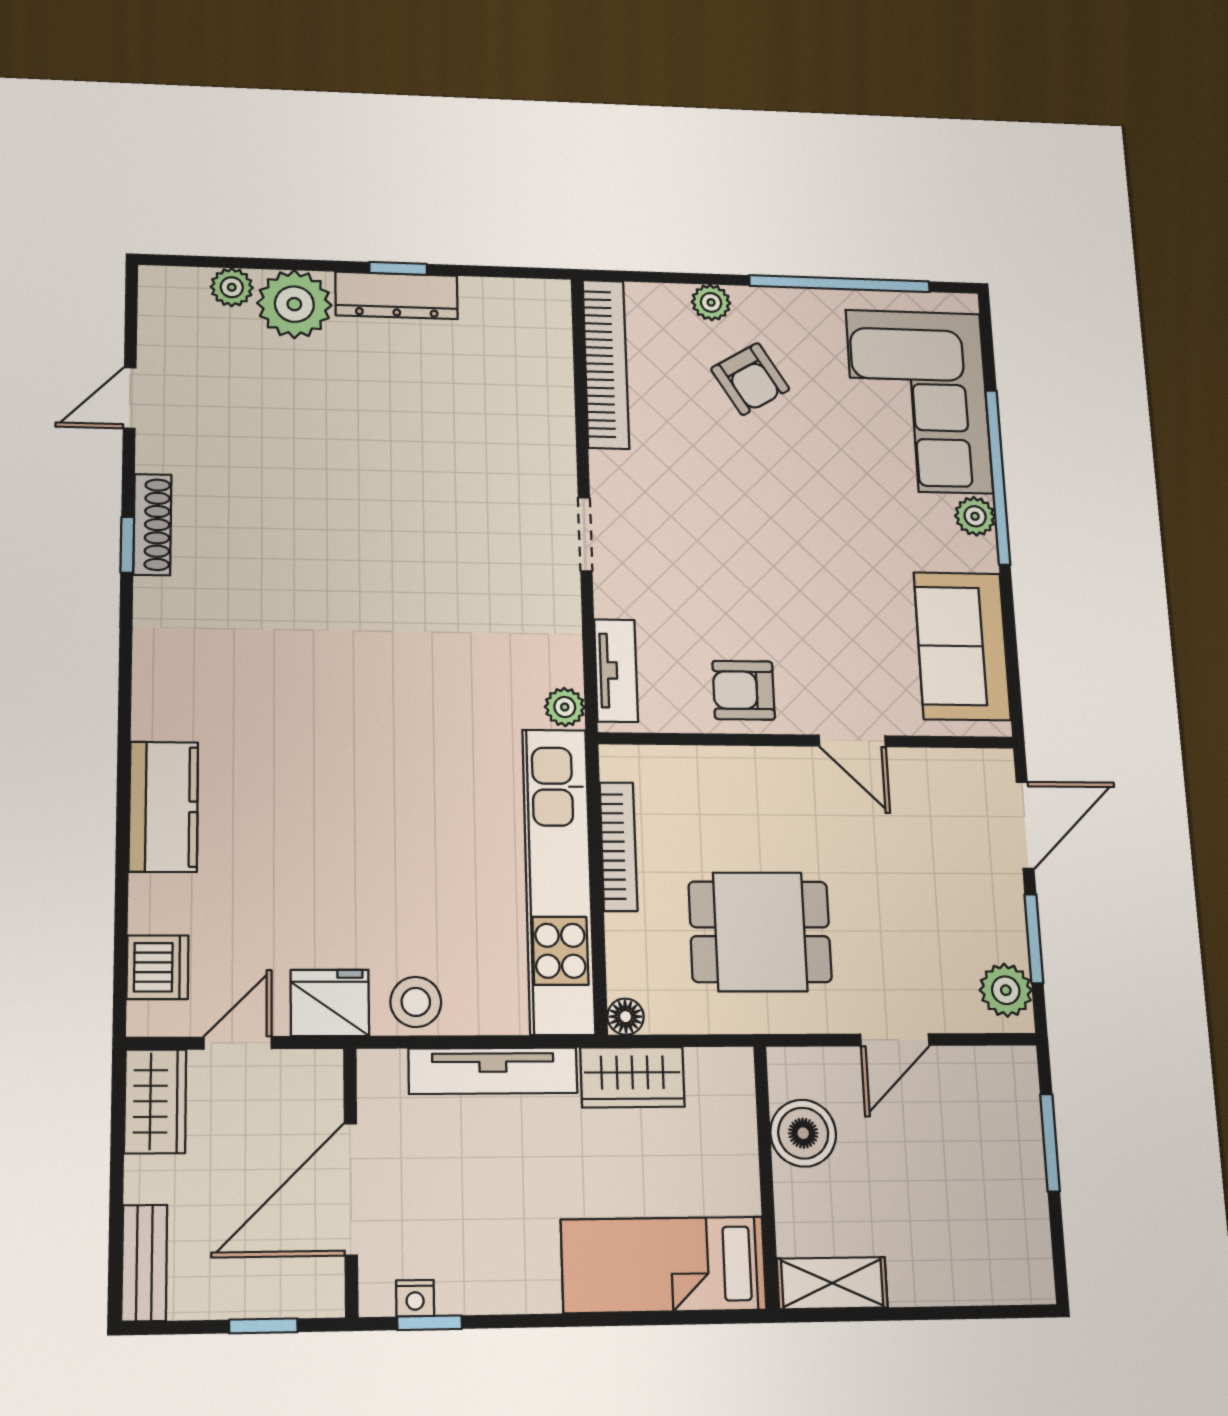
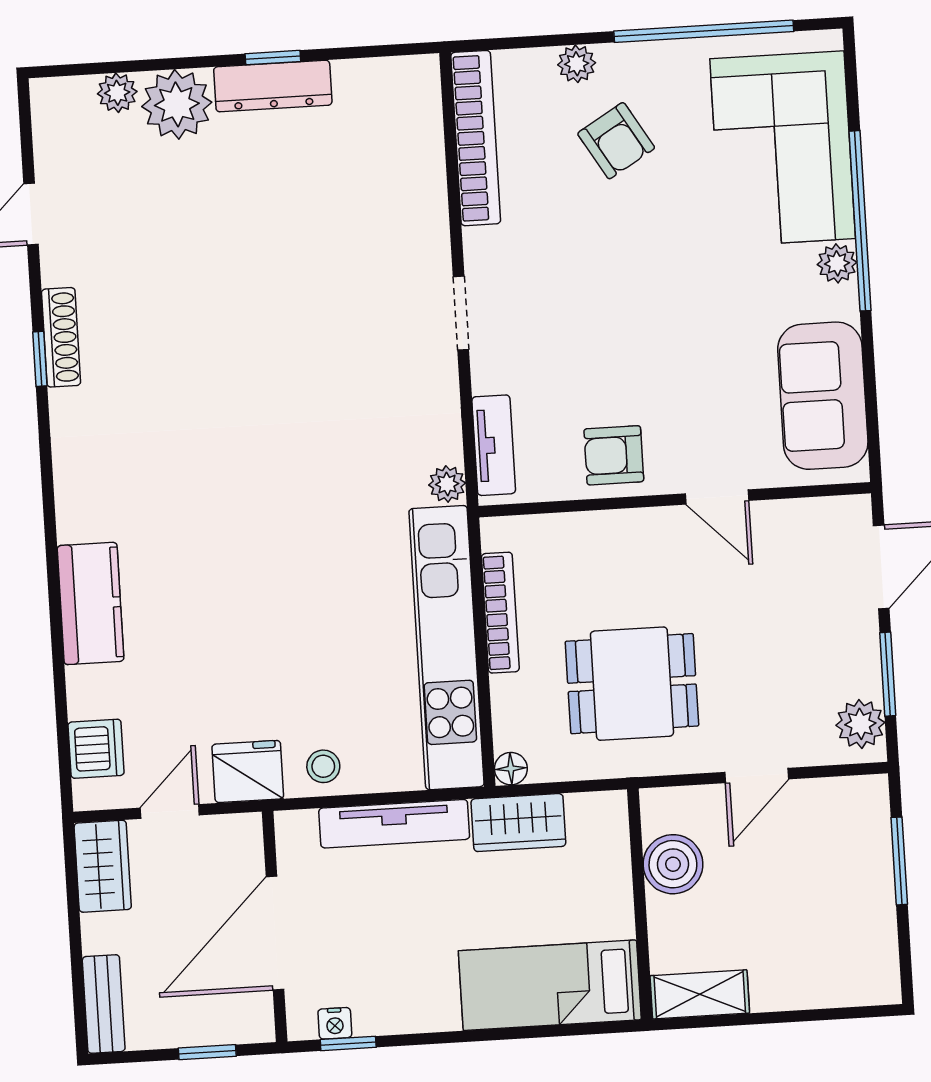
stool: (416, 1002) -> (323, 766), width x0.73, depth x0.73

